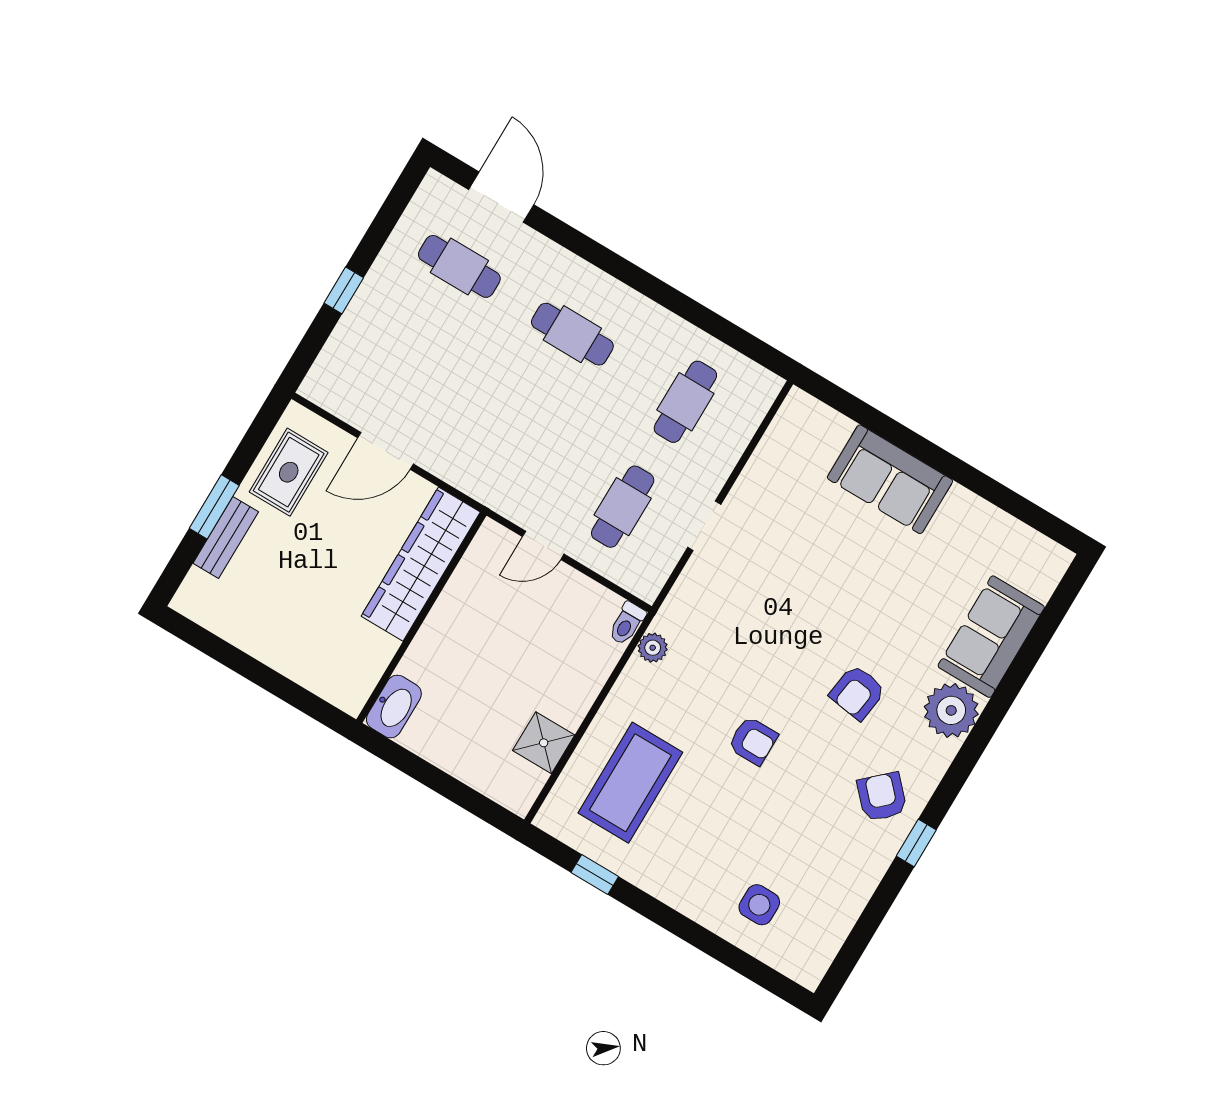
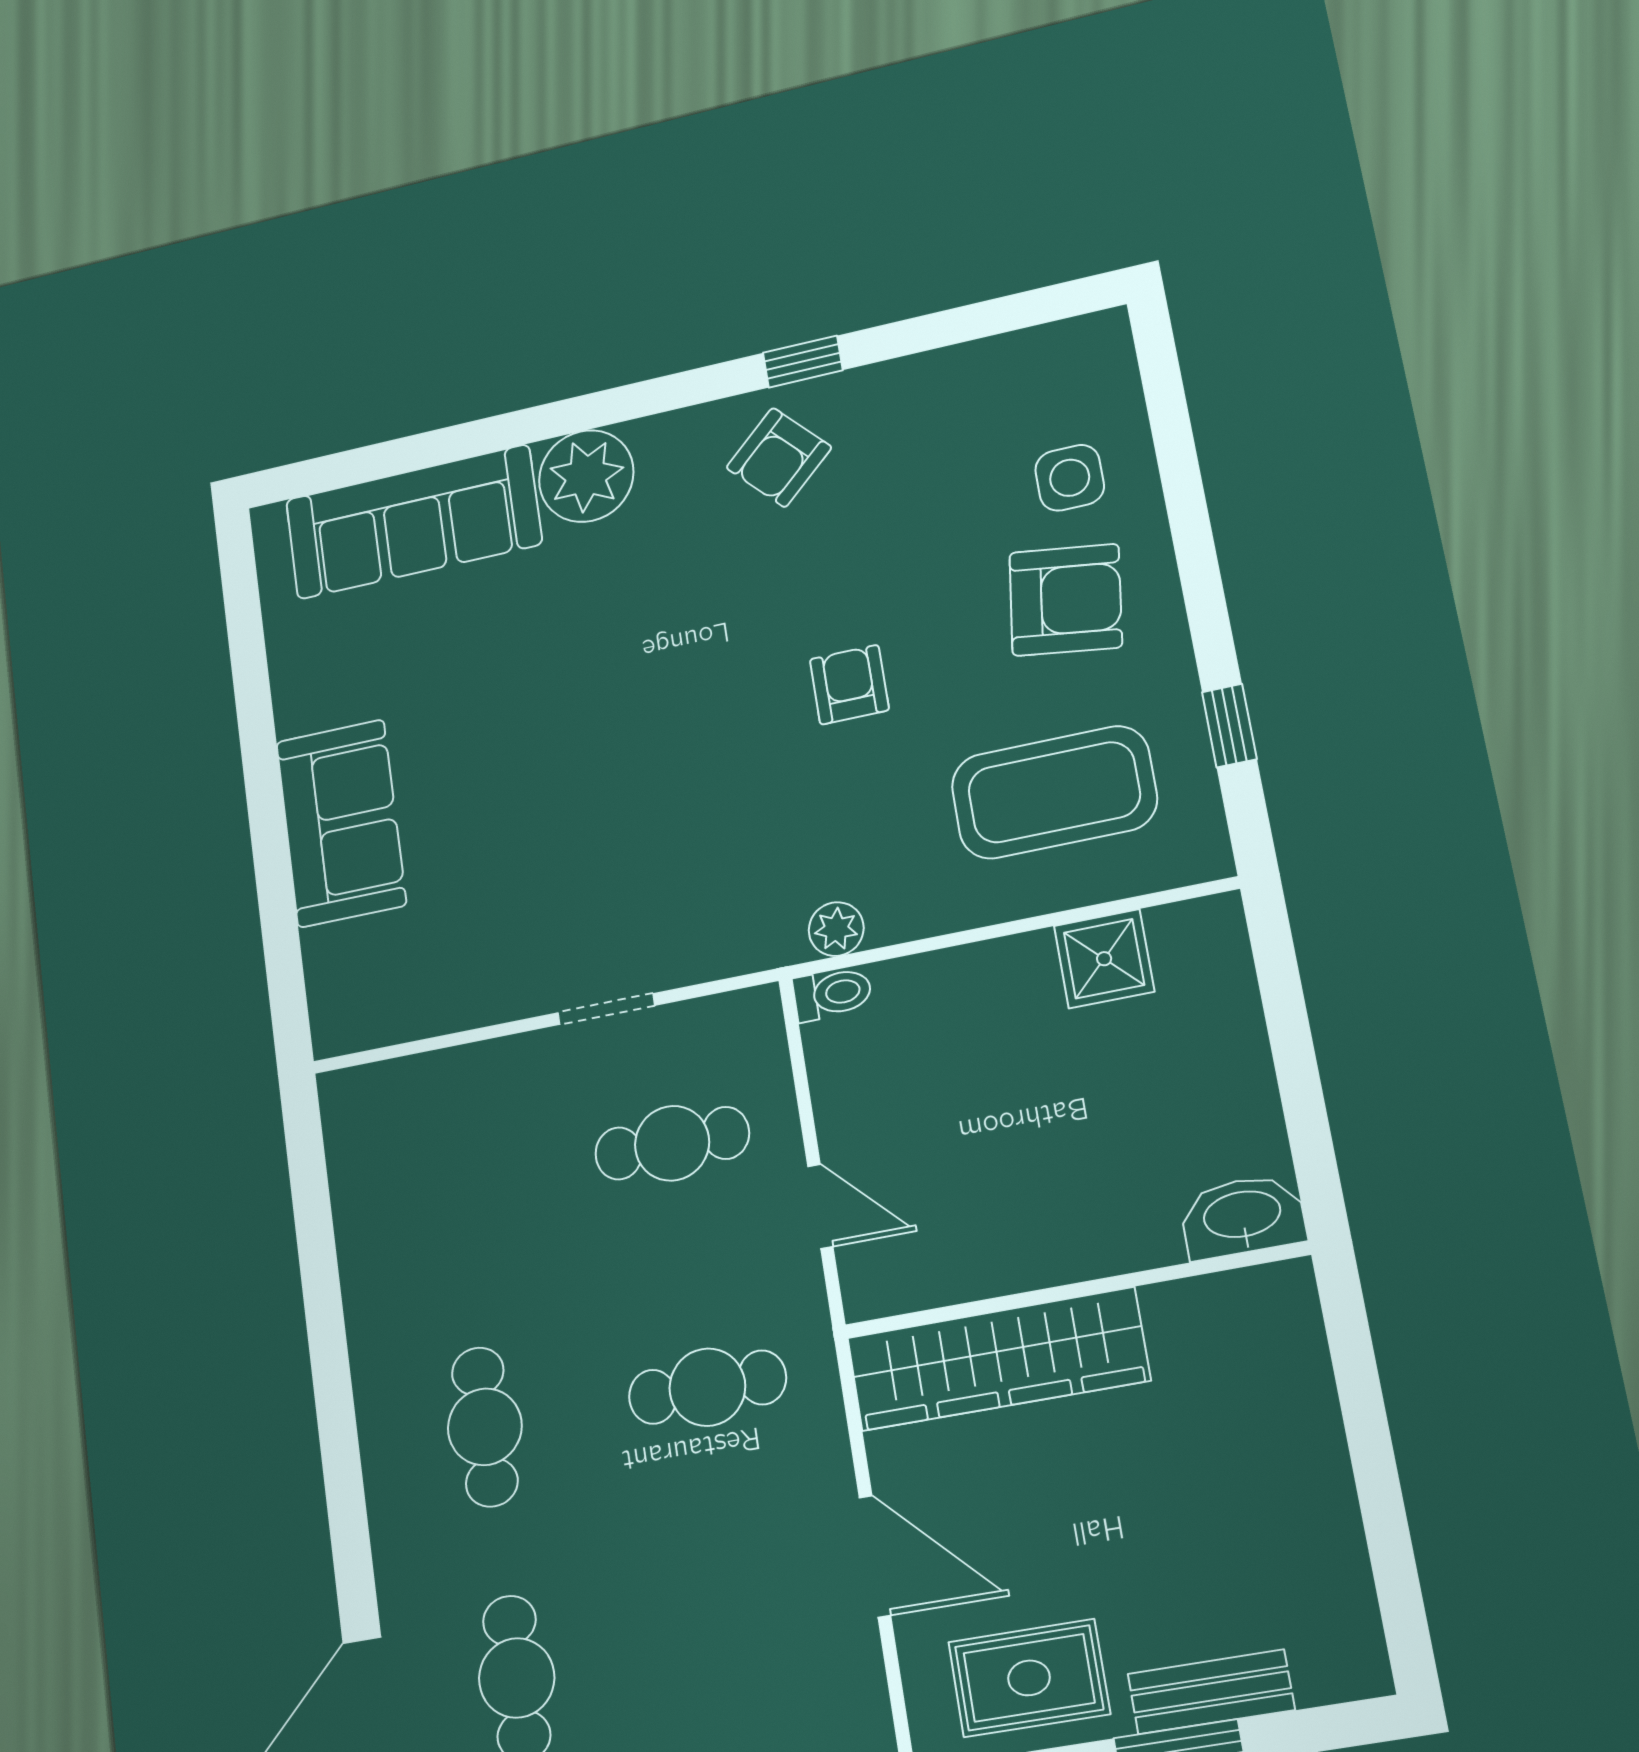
cafe table: (685, 402) -> (707, 1387), moved
sofa: (991, 637) -> (413, 522), width x1.36
armchair: (857, 692) -> (1066, 600), moved, width x1.38, depth x1.38

